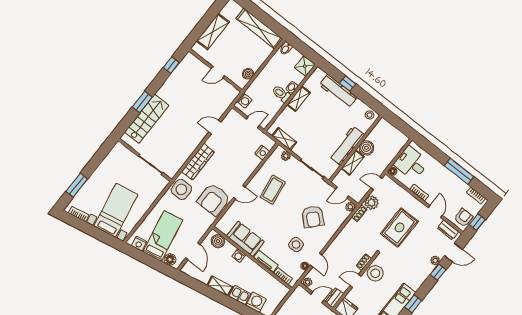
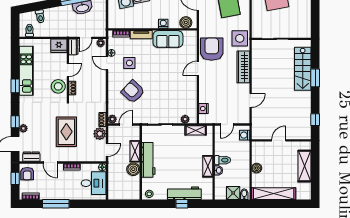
shower: (305, 66) -> (233, 193), moved
boiler: (248, 74) -> (257, 168), moved
coffee table: (273, 190) -> (176, 88), removed

